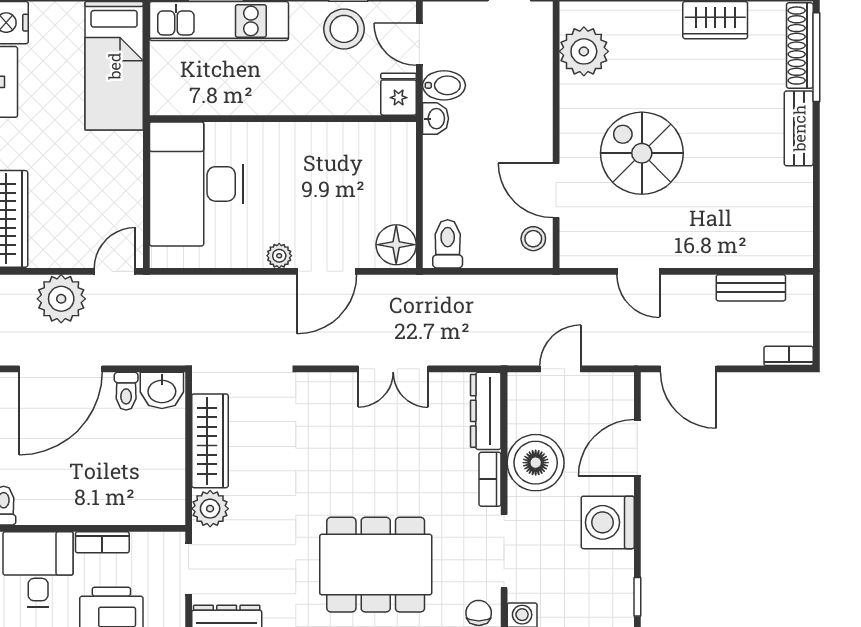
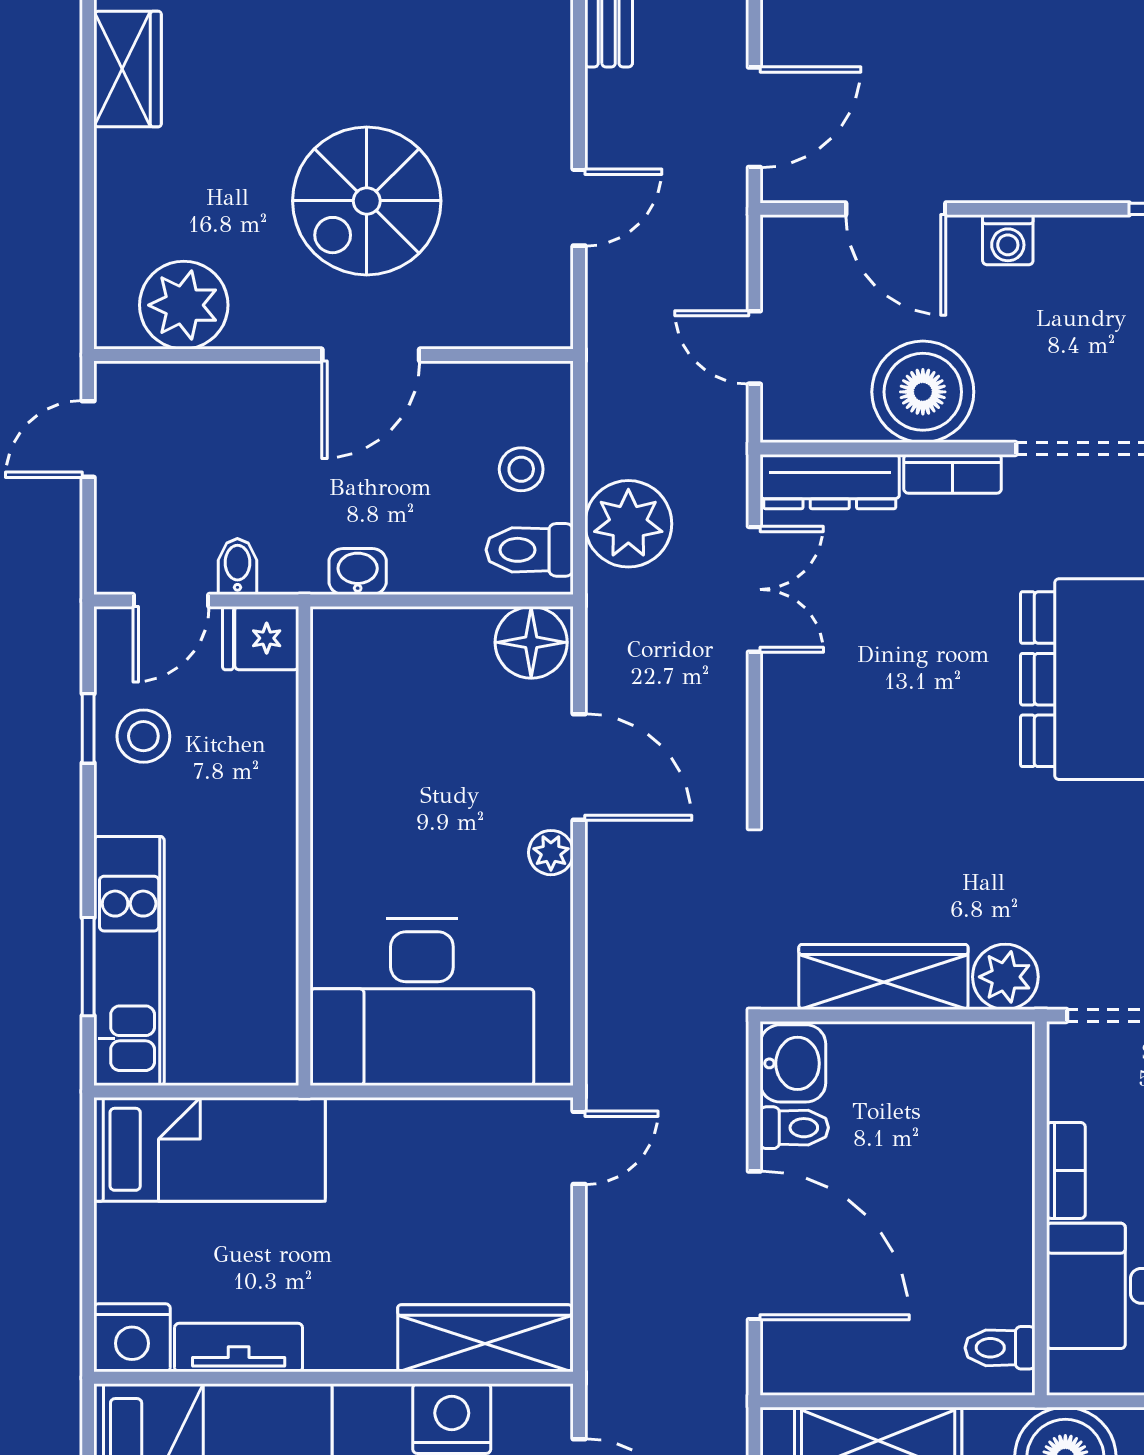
stool: (344, 29) -> (143, 736), width x0.73, depth x0.73
bidet: (444, 85) -> (237, 567), width x0.72, depth x0.74
washbasin: (436, 119) -> (358, 572), moved
door: (556, 190) -> (371, 355), moved
stool: (533, 239) -> (521, 469), moved
door: (115, 271) -> (579, 1148), swing flipped
plant: (61, 299) -> (628, 524), moved
double door: (393, 369) -> (754, 589), moved
washing machine: (608, 522) -> (1008, 240), width x0.53, depth x0.53

